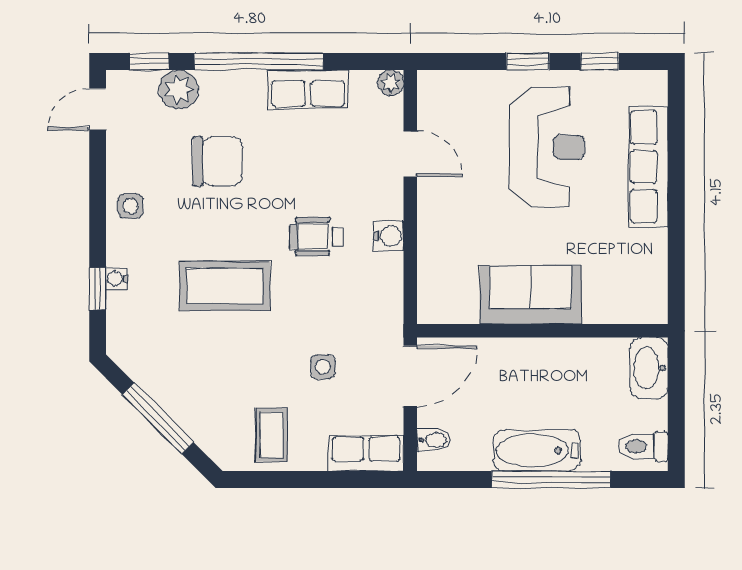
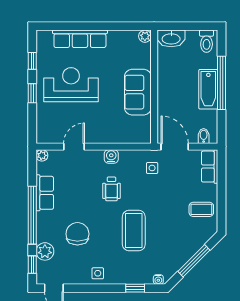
water cooler: (117, 279) -> (158, 279), moved
plant: (654, 310) -> (145, 36), added
side table: (323, 367) -> (152, 168), moved

